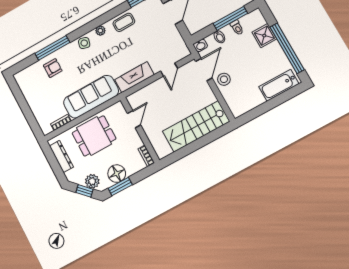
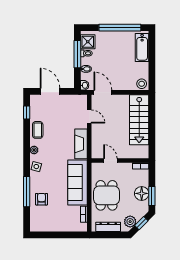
shower: (264, 36) -> (88, 42), moved
stool: (224, 79) -> (142, 84), moved
plant: (92, 181) -> (130, 222), moved

